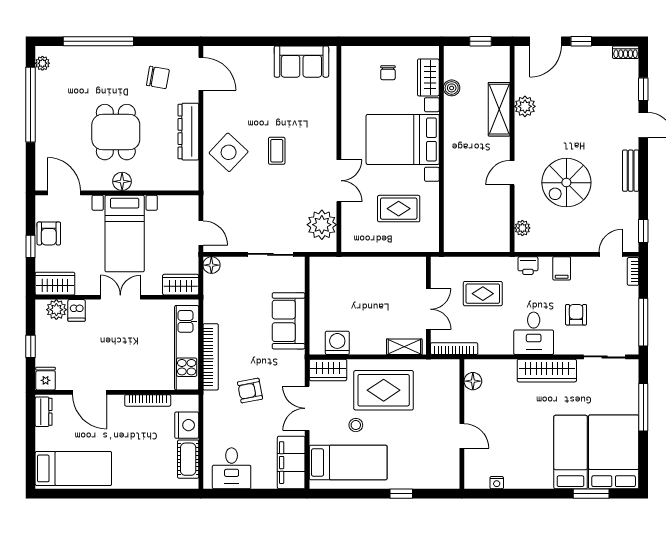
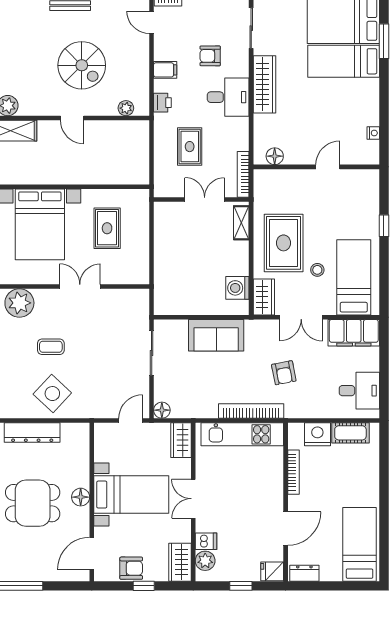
plant: (322, 225) -> (19, 303), moved

